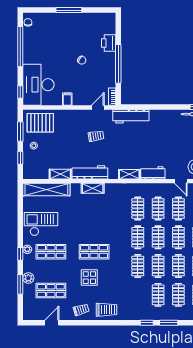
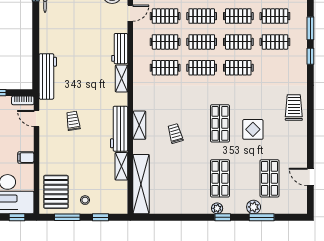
checkout: (41, 224) -> (185, 191), removed
trolley: (81, 310) -> (175, 133), moved

